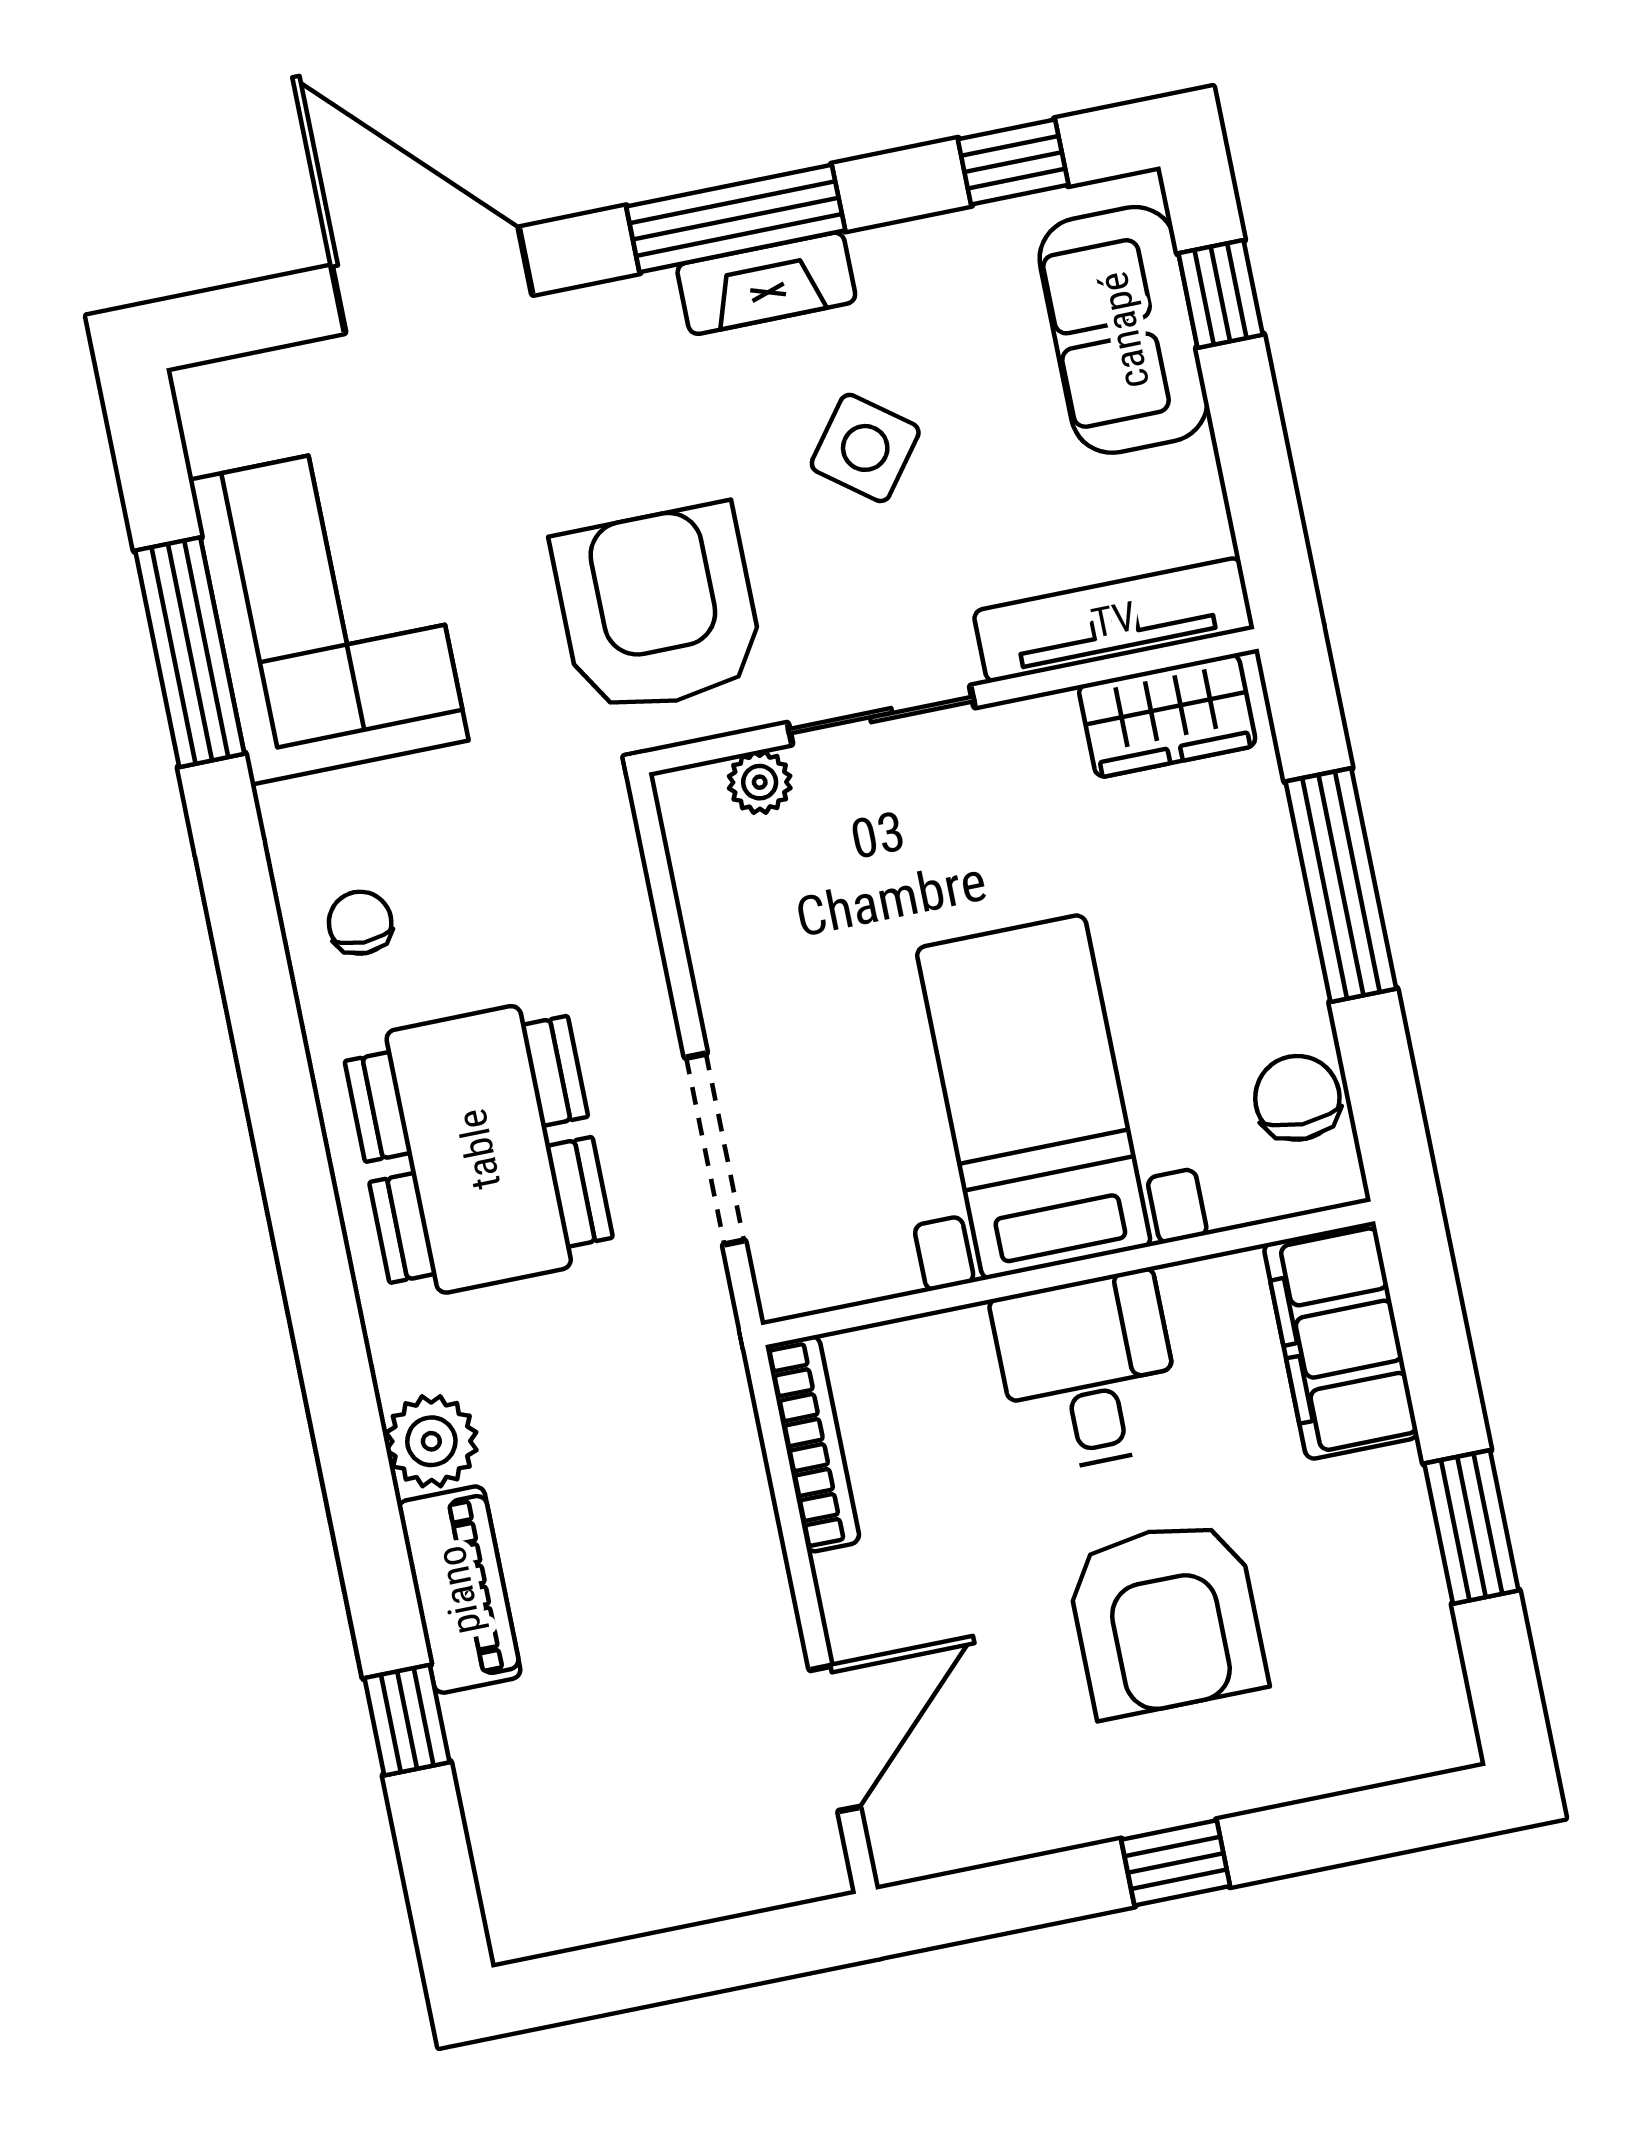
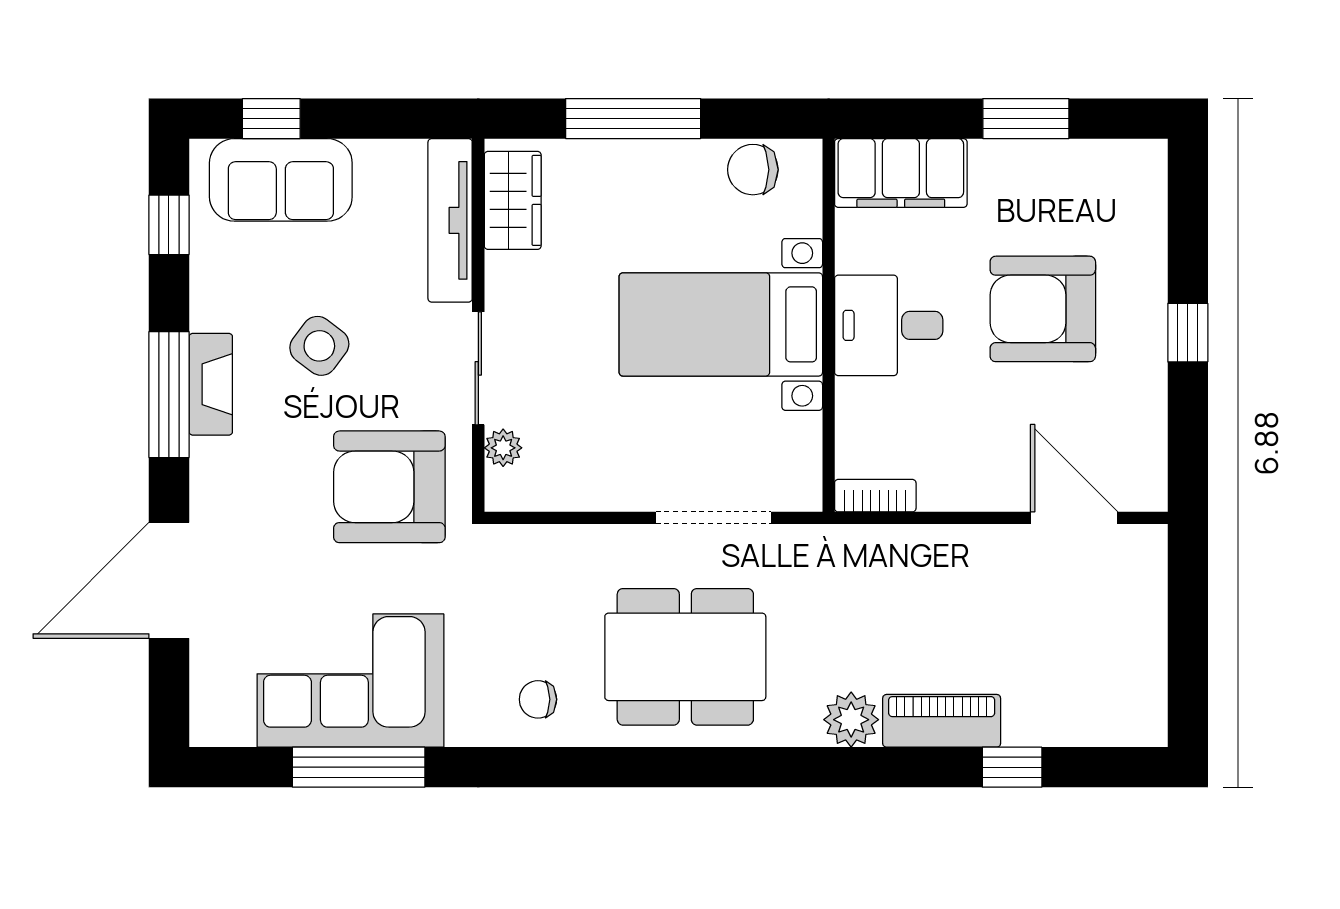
bookcase: (813, 1444) -> (875, 496), width x0.64
armchair: (1166, 1618) -> (1043, 309), turned 180

